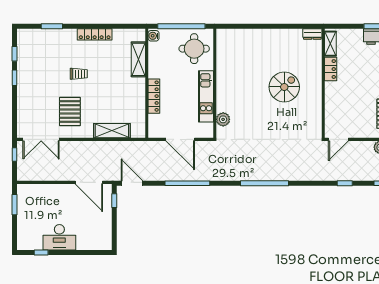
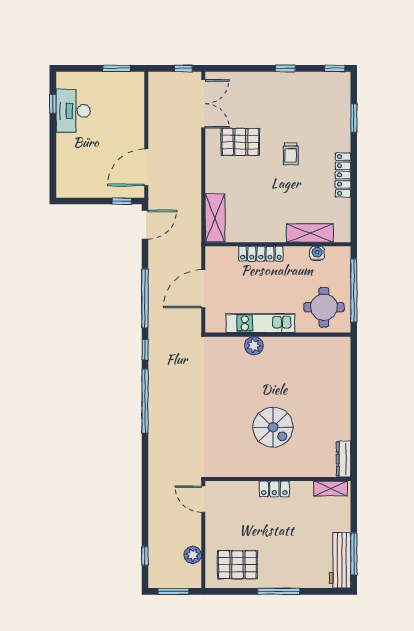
dresser: (312, 34) -> (344, 459), width x1.44
water cooler: (154, 36) -> (317, 253), moved
window: (14, 54) -> (335, 68), moved
locker: (331, 69) -> (274, 489), moved
plant: (223, 119) -> (254, 346), moved
shelving: (112, 131) -> (215, 218), moved
double door: (41, 139) -> (203, 104), swing flipped
window: (345, 183) -> (145, 350), moved
desk: (59, 237) -> (73, 111), moved

